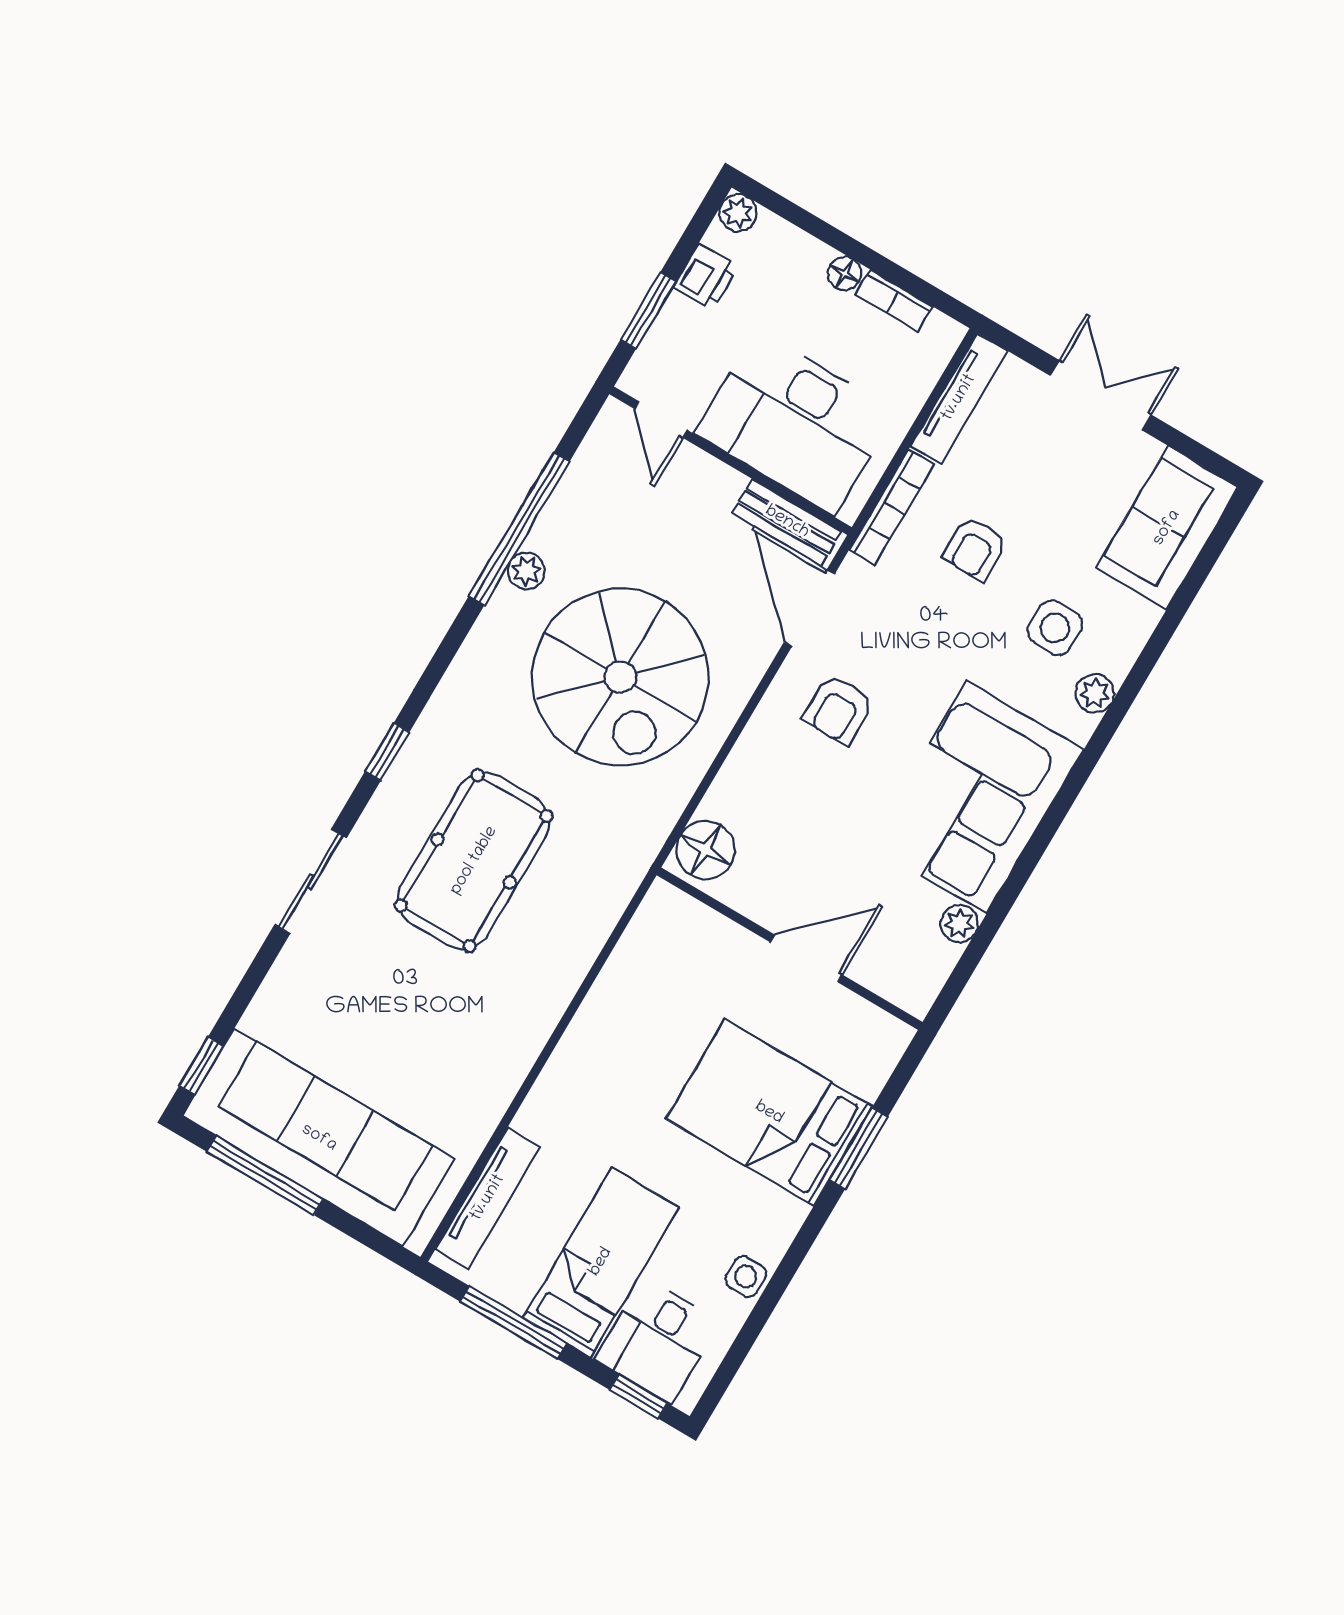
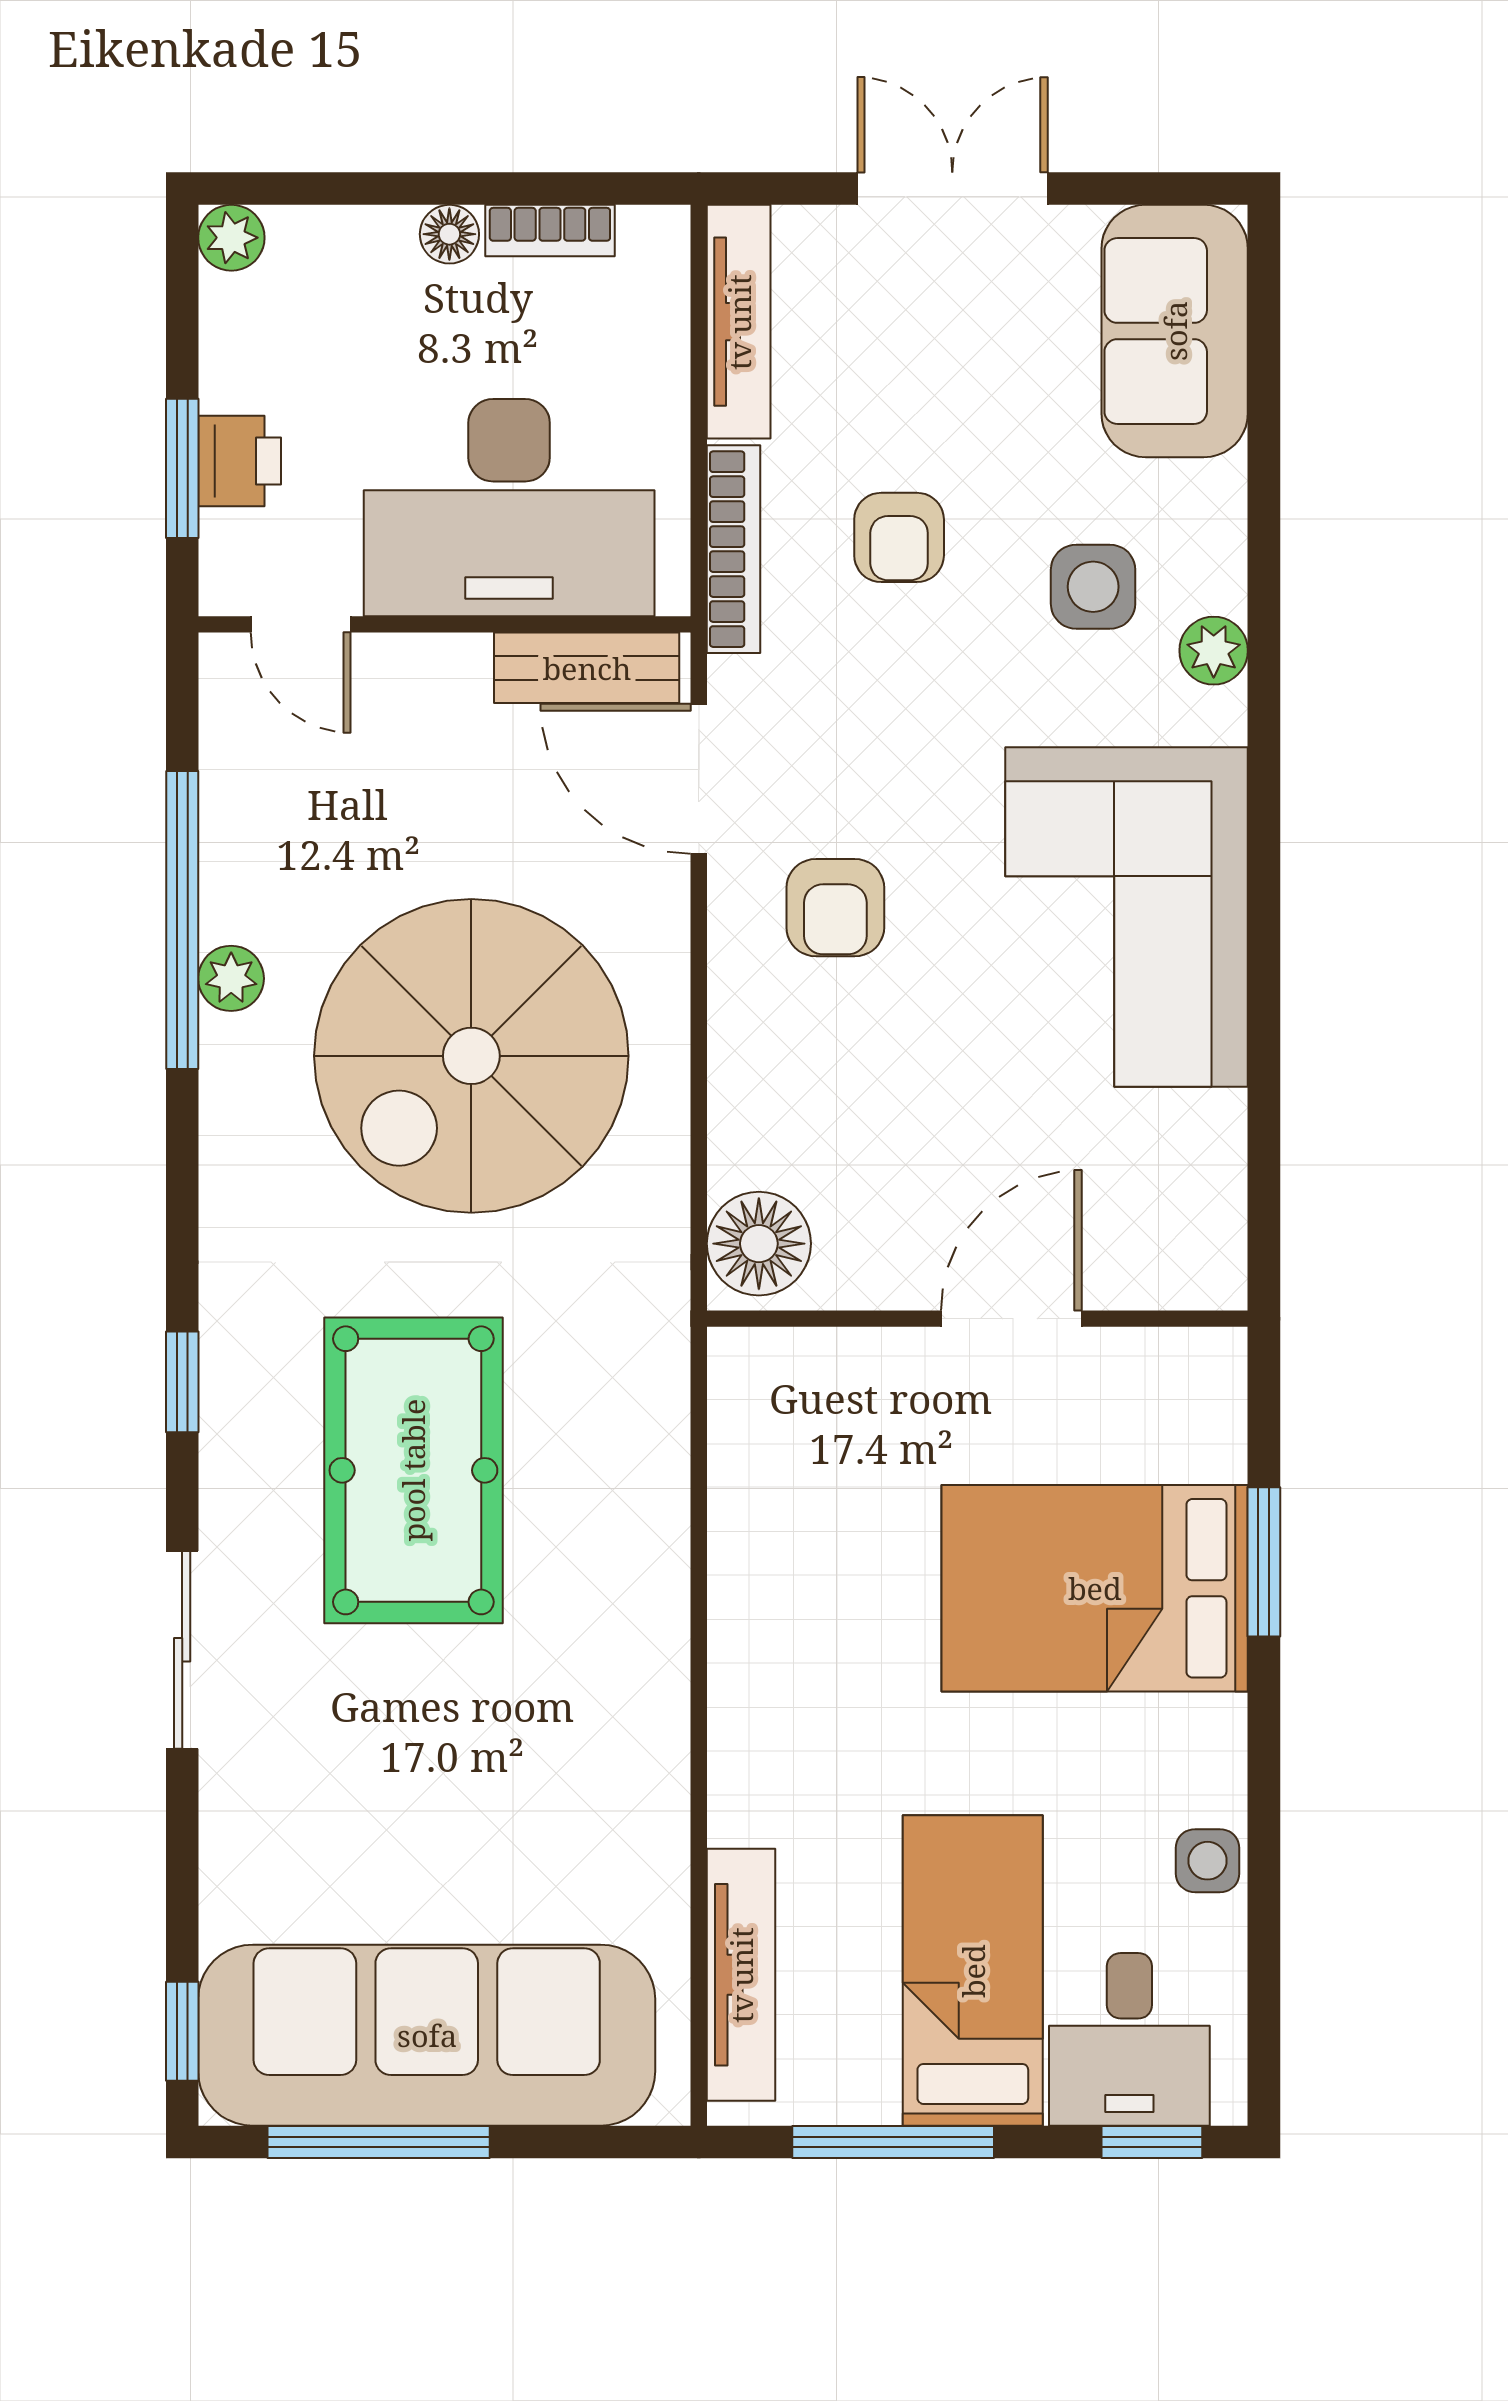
printer: (706, 277) -> (240, 461), moved
spiral stairs: (620, 677) -> (471, 1056), turned 90
plant: (959, 924) -> (1215, 1126), removed

